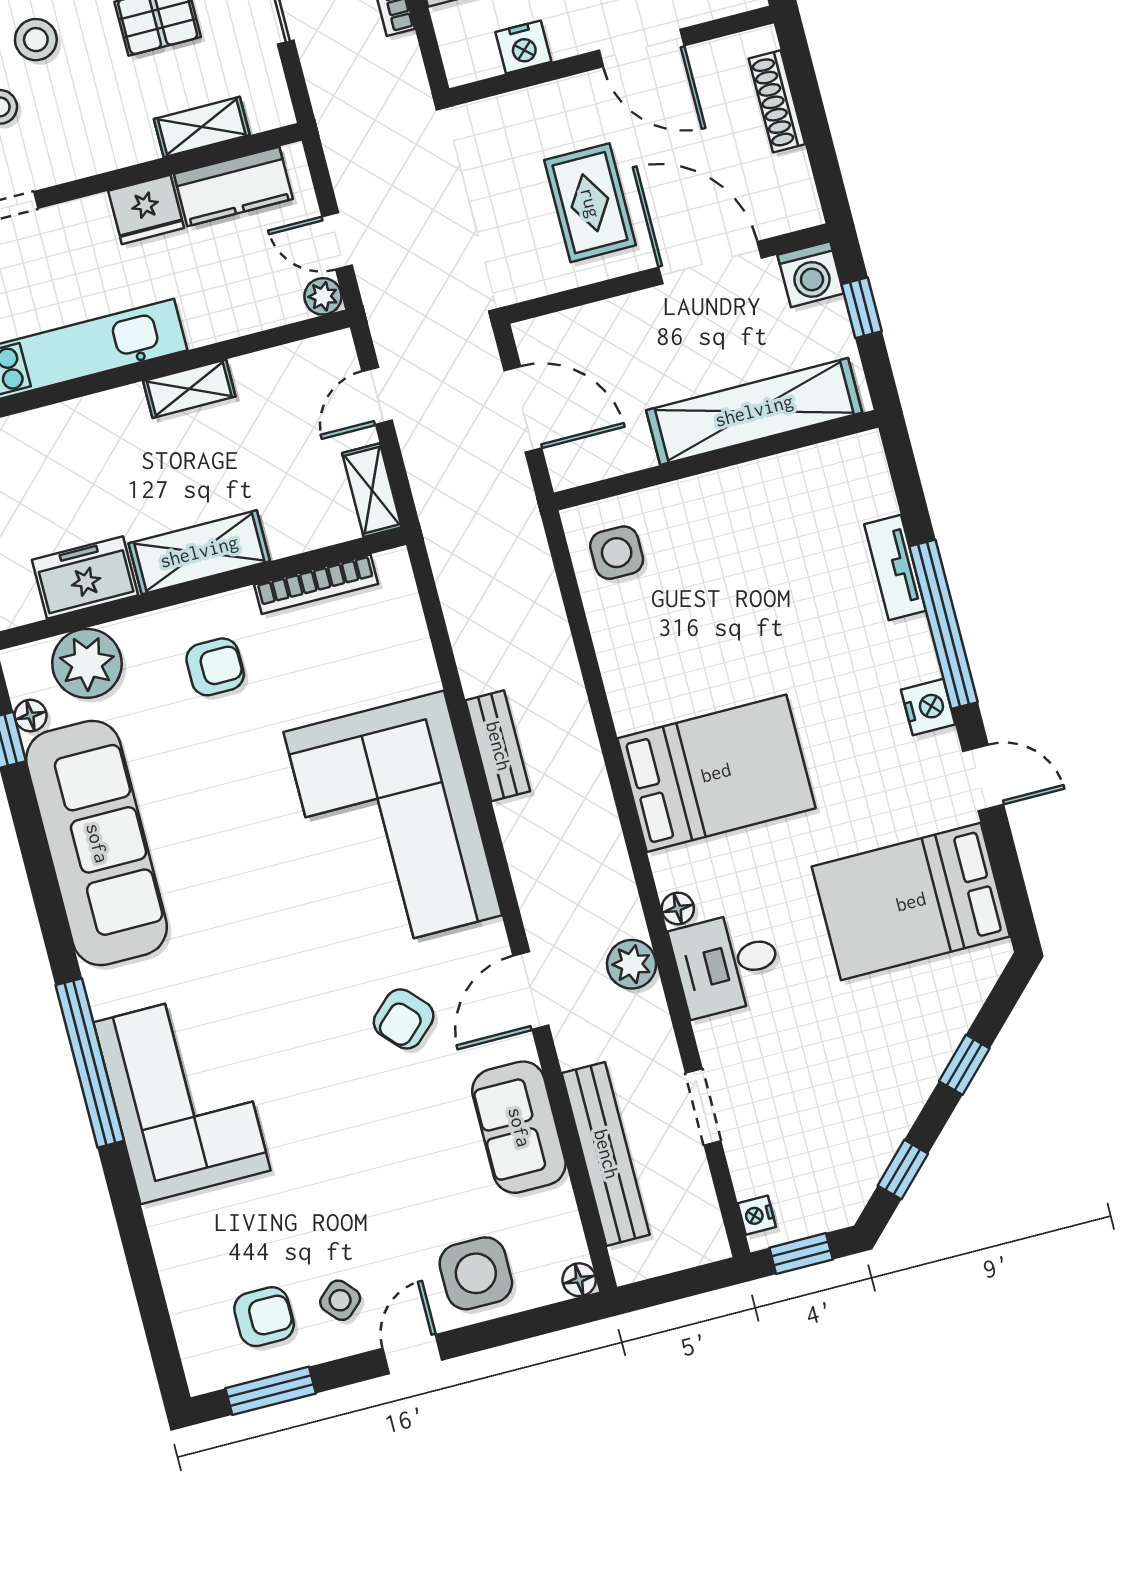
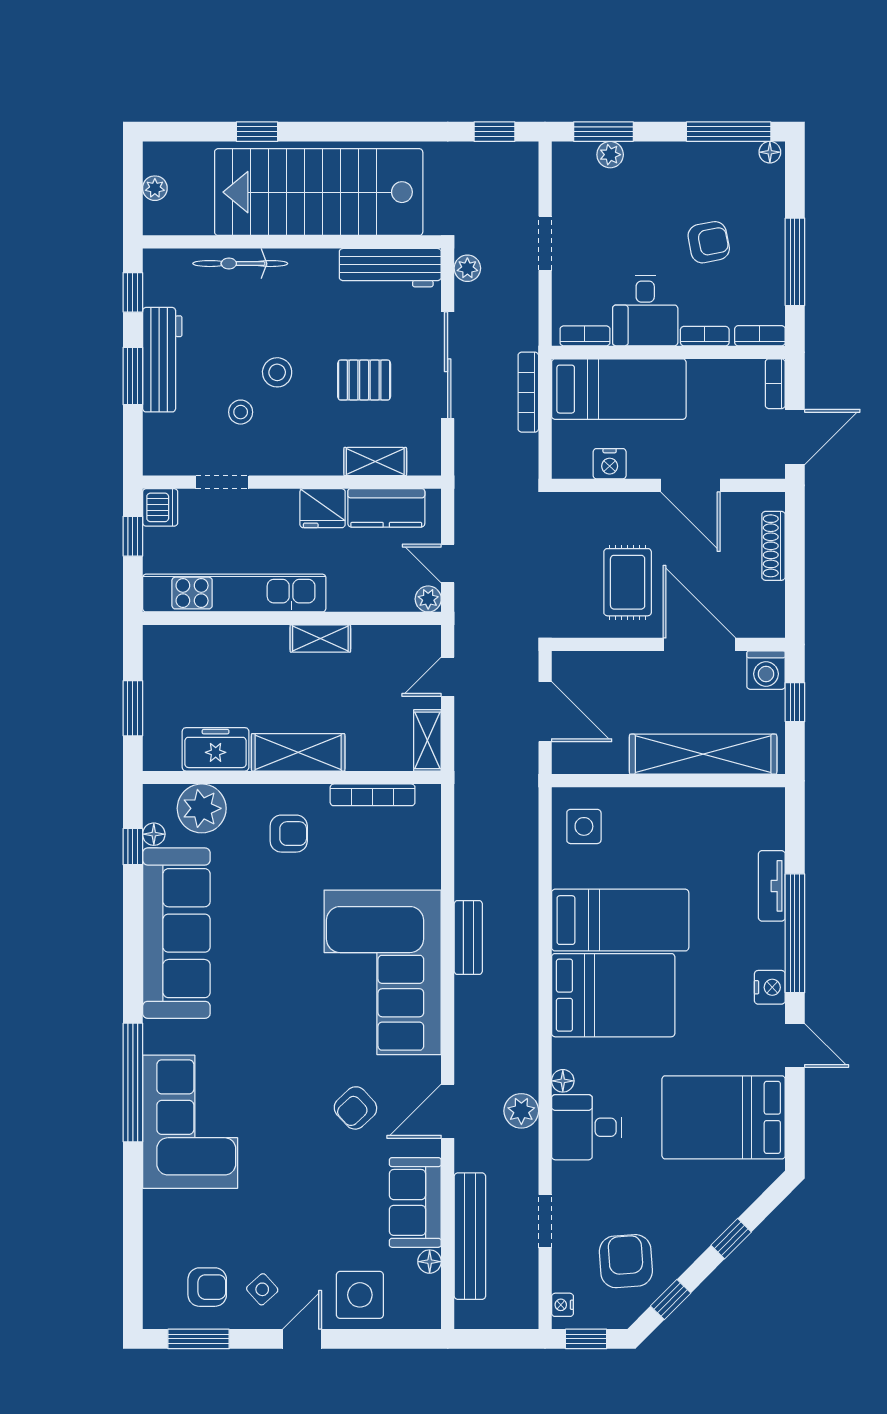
bed: (699, 668) -> (620, 920), added
armchair: (828, 1133) -> (626, 1261), added
floor lamp: (579, 1280) -> (430, 1262), moved

